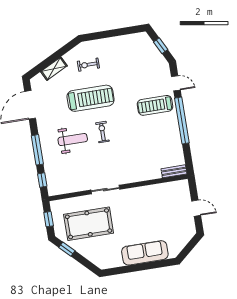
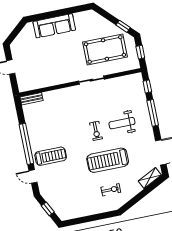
shelving: (54, 69) -> (150, 178), moved

